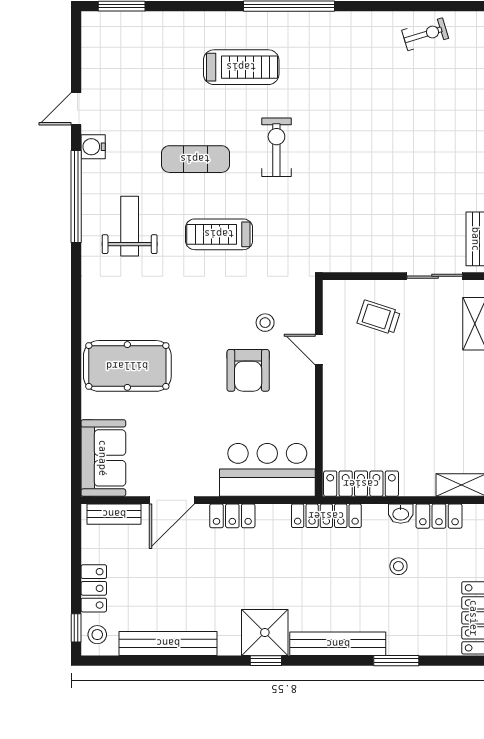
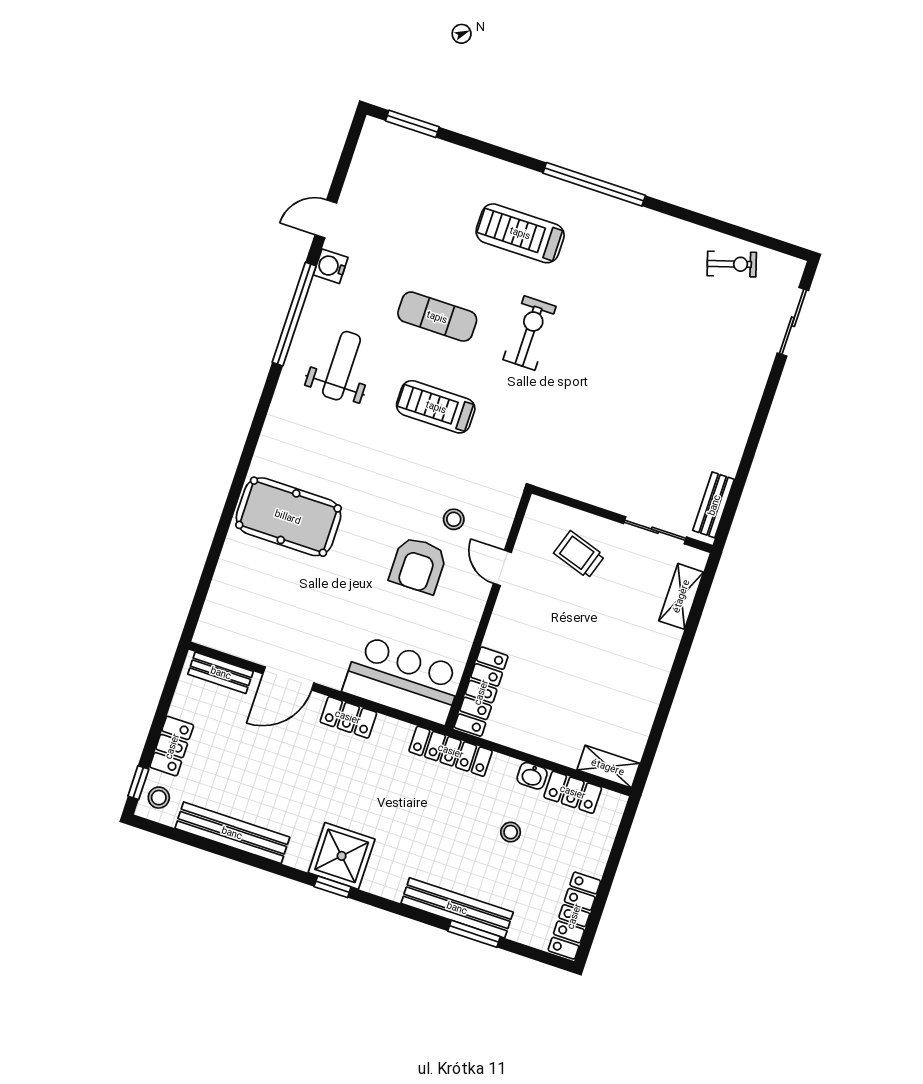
treadmill: (241, 67) -> (520, 233), turned 180
sofa: (103, 458) -> (229, 608), removed
locker: (361, 484) -> (481, 692), moved, turned 90
bench: (338, 644) -> (457, 908), moved

